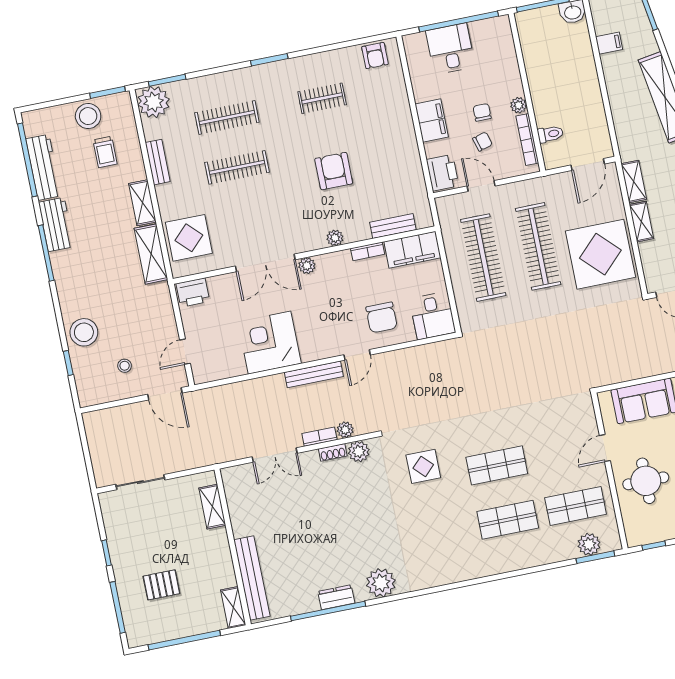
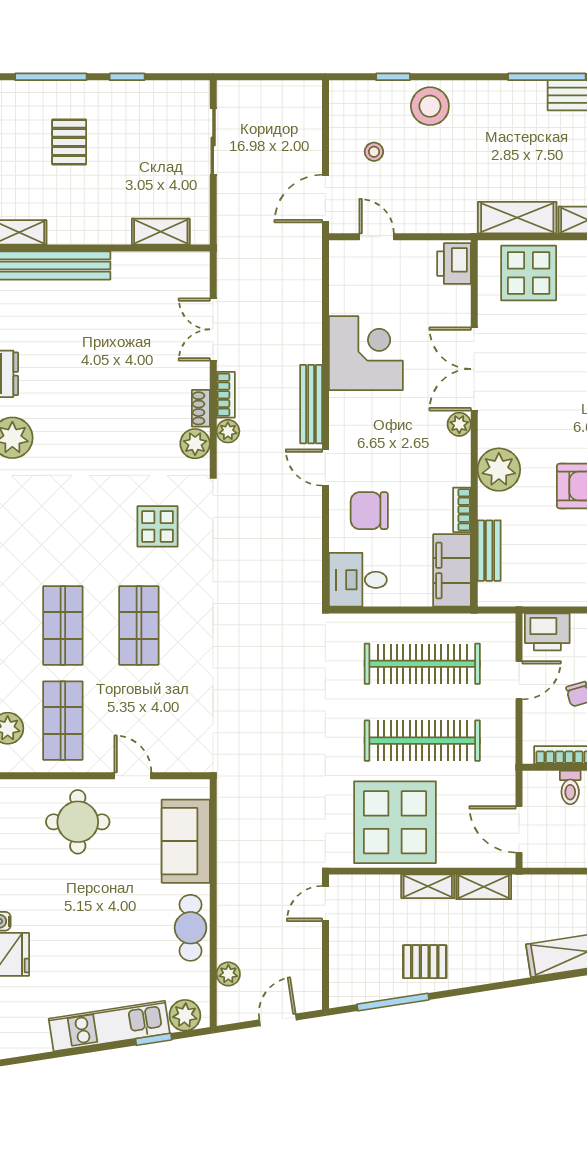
plant: (335, 238) -> (499, 470), width x1.87, depth x1.87

